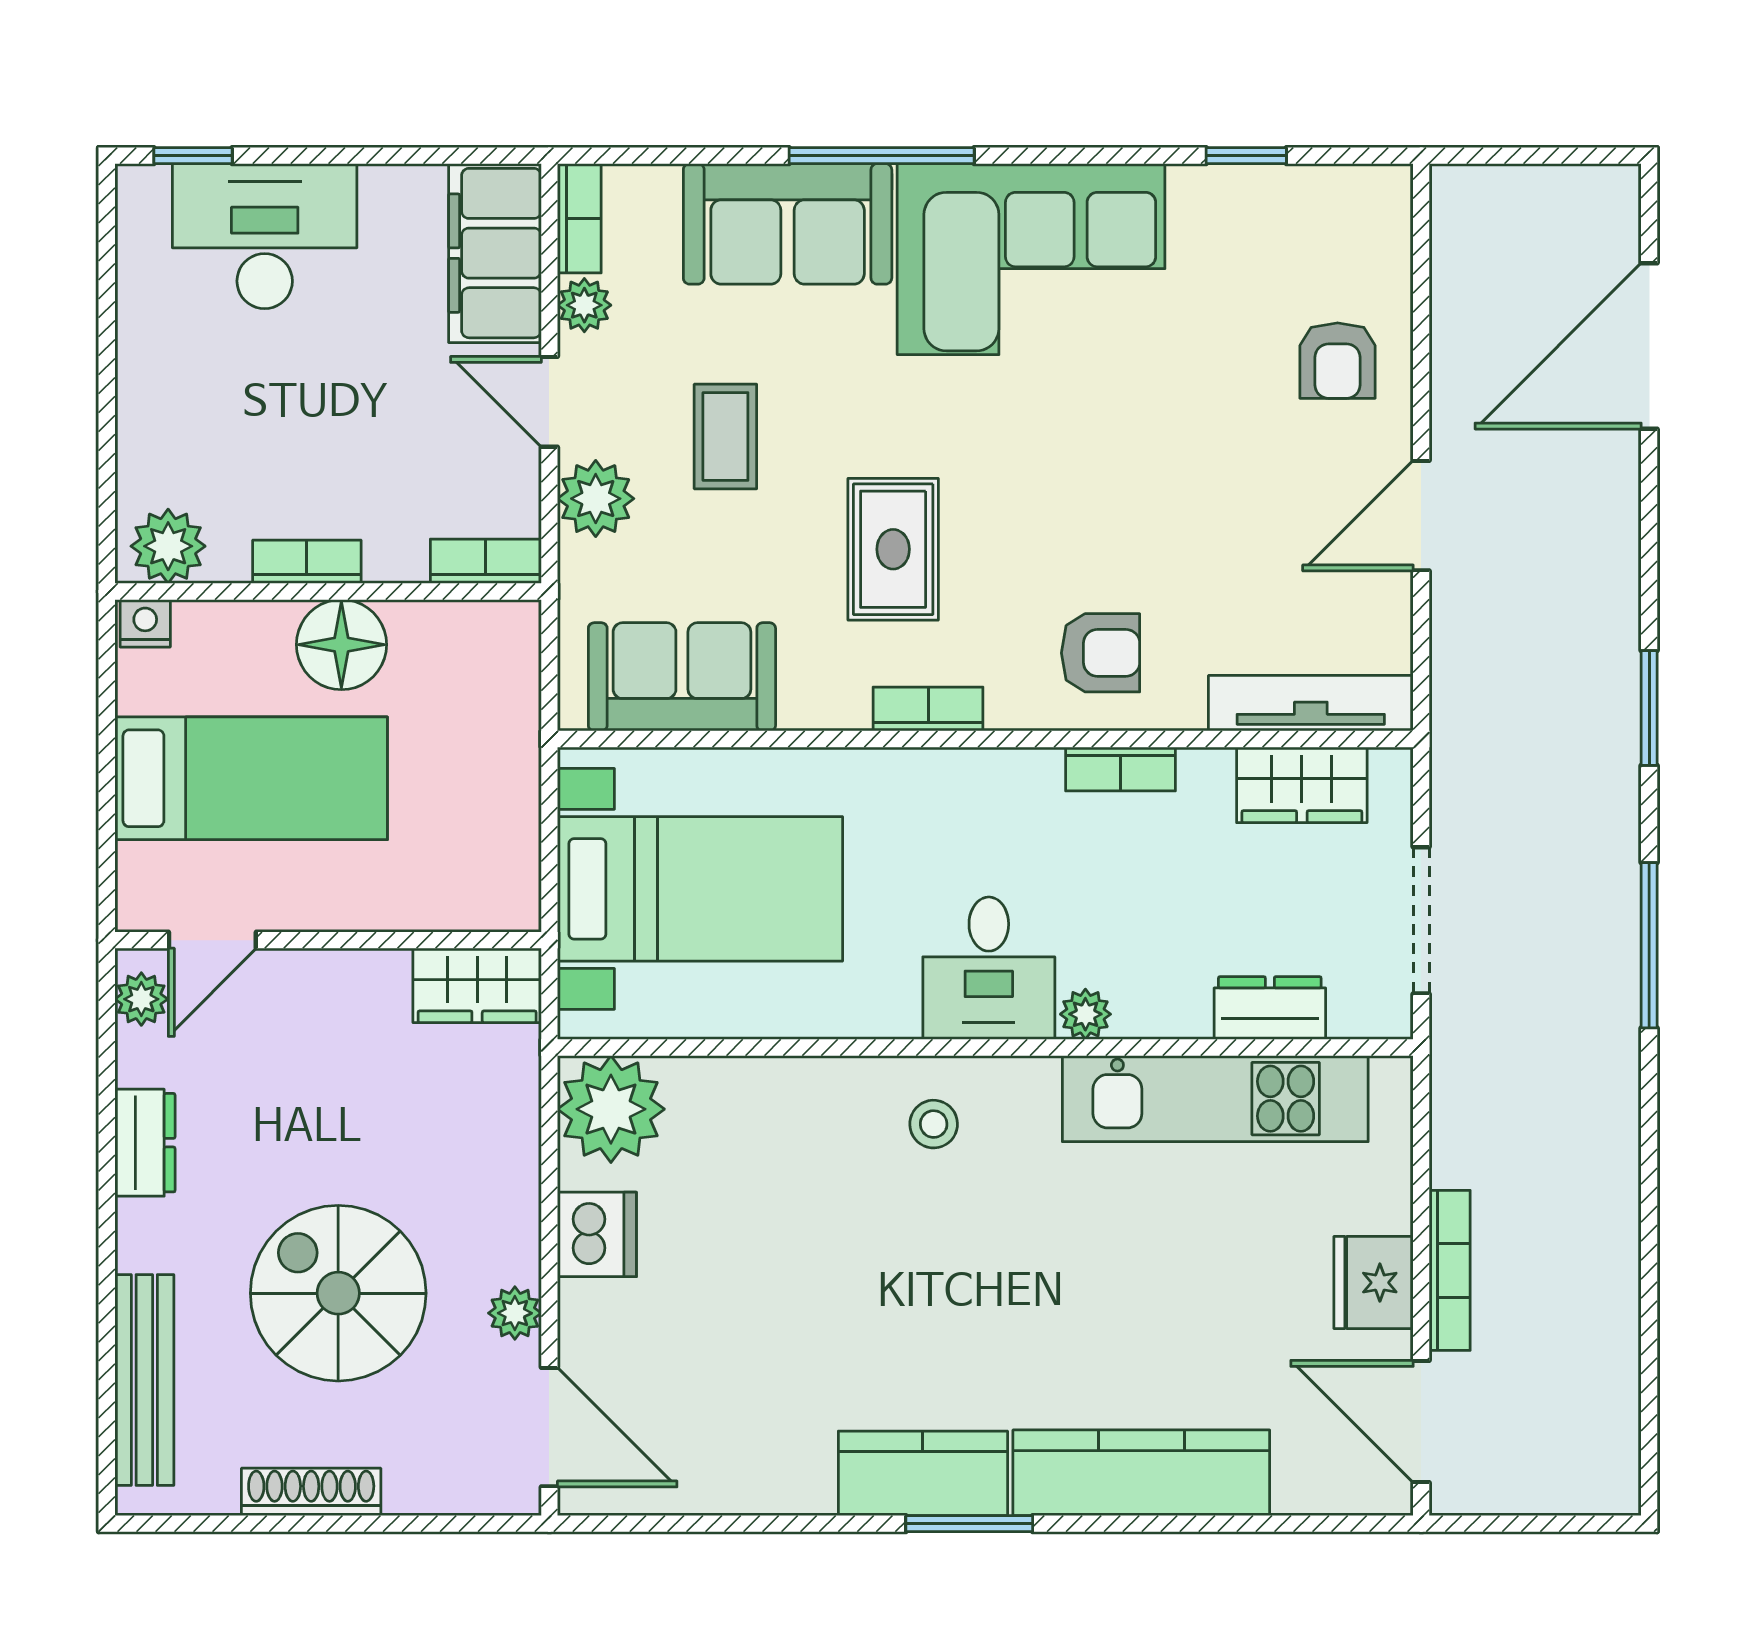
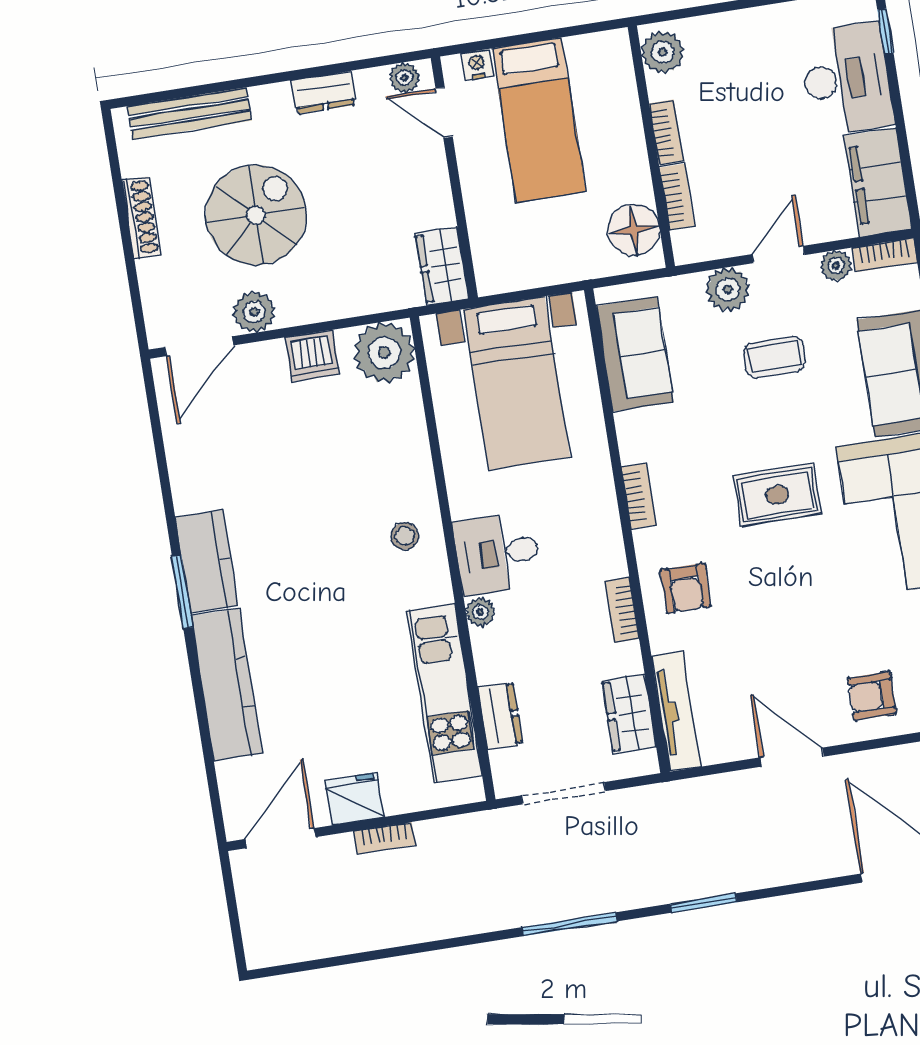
filing cabinet: (495, 253) -> (878, 182), moved, turned -90
rug: (893, 549) -> (777, 495), moved
bookcase: (486, 561) -> (677, 197), moved
nightstand: (145, 623) -> (477, 64), moved, turned -90
floor lamp: (341, 645) -> (634, 230), moved
bookcase: (1450, 1270) -> (385, 838), width x0.64
plant: (515, 1313) -> (254, 312), width x1.38, depth x1.38

